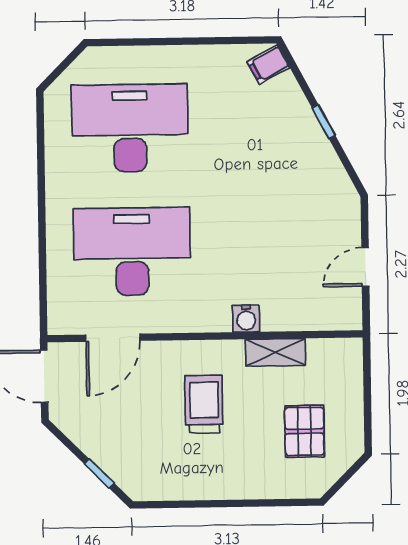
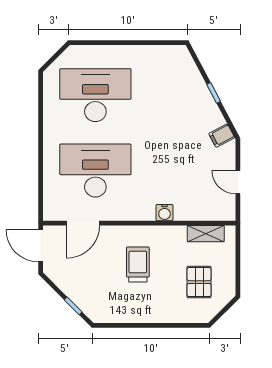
filing cabinet: (268, 64) -> (222, 136), moved
door: (365, 267) -> (238, 182), hinge flipped
shelving: (275, 352) -> (206, 234), moved

